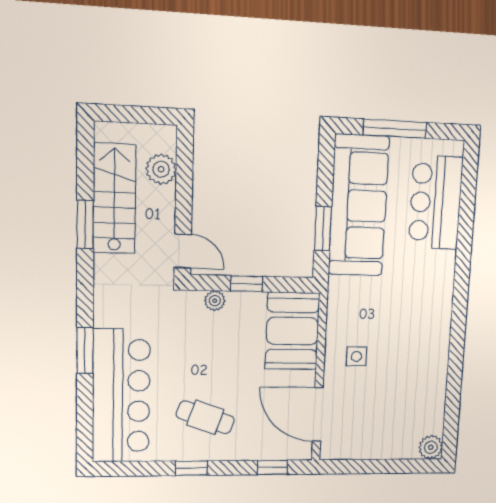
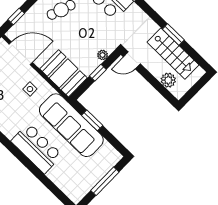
bar counter: (436, 203) -> (37, 148), moved
sofa: (359, 206) -> (71, 125), moved

